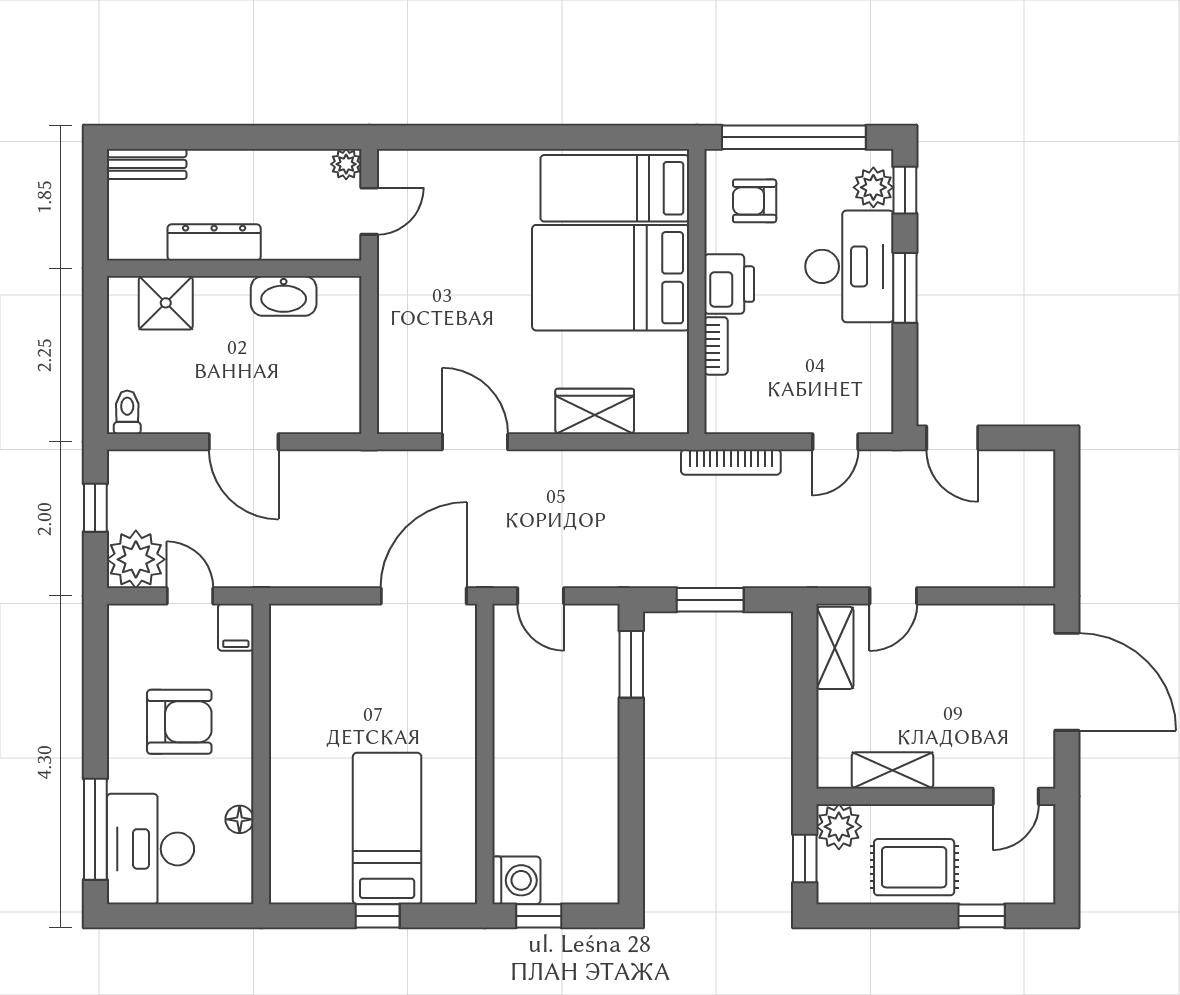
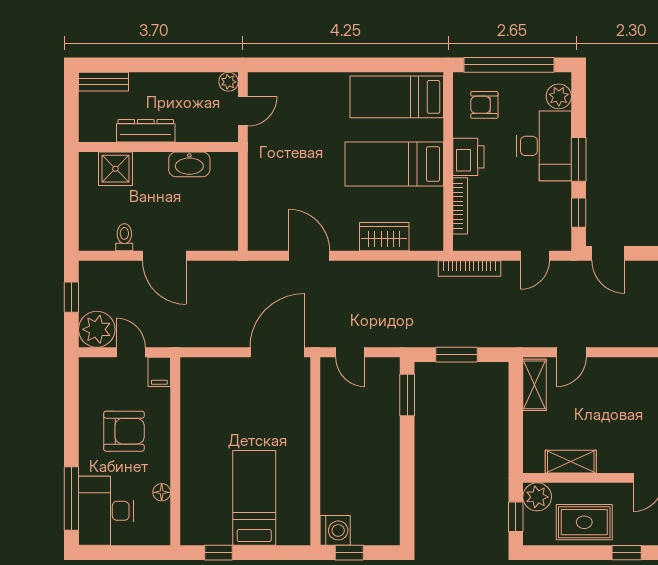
window: (905, 190) -> (579, 213), moved
bed: (611, 278) -> (394, 164), width x0.67
bookcase: (716, 346) -> (460, 206), width x1.56
toilet: (127, 412) -> (124, 237), moved
window: (378, 916) -> (218, 553), moved

